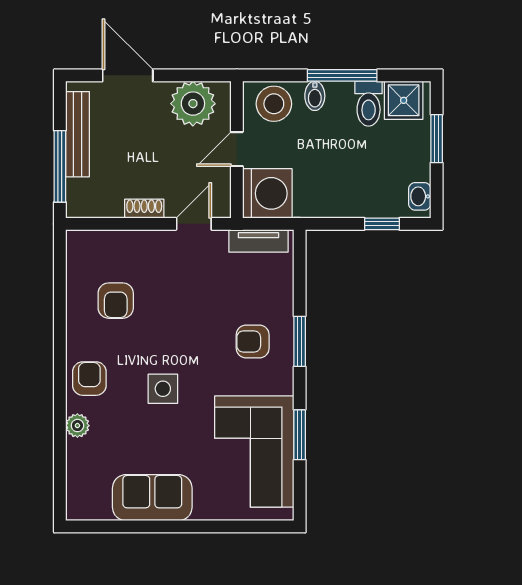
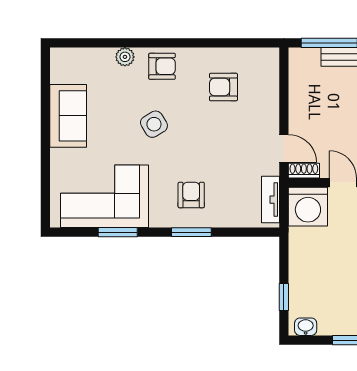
shoe rack: (144, 209) -> (304, 171), moved, turned -90
side table: (163, 389) -> (154, 124), turned -31

